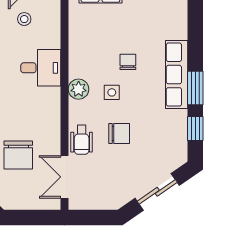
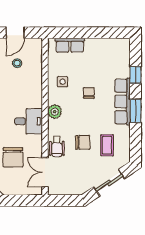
desk: (41, 68) -> (29, 121), moved
side table: (112, 92) -> (63, 82), moved
window: (195, 128) -> (135, 75), moved
coffee table: (154, 138) -> (107, 145), added

